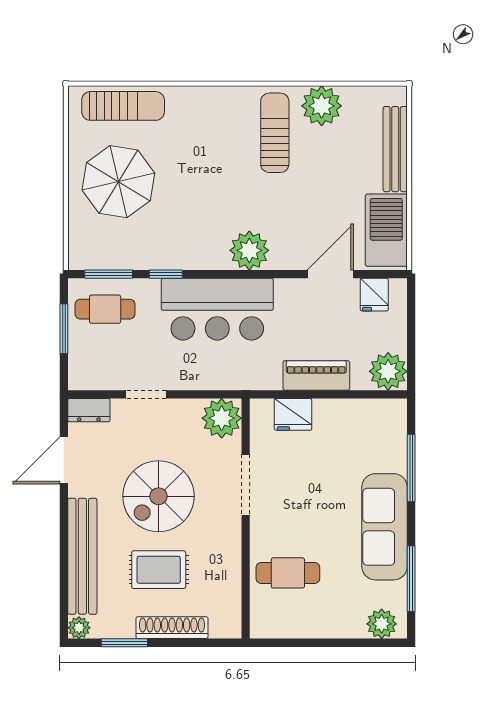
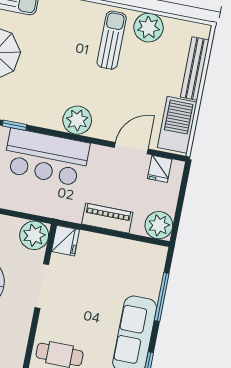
fridge: (293, 414) -> (65, 241), moved, turned -90

